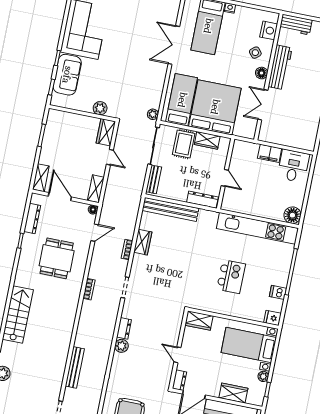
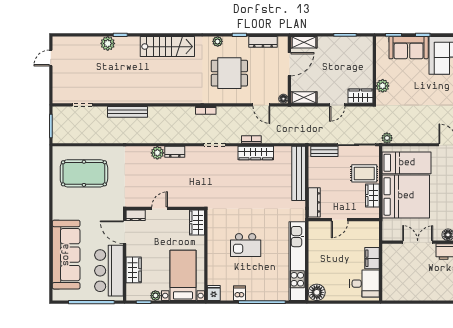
wardrobe: (143, 242) -> (256, 153), width x1.50
plant: (23, 264) -> (218, 41), added

